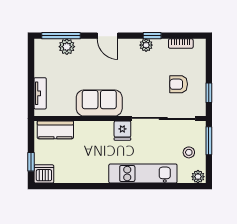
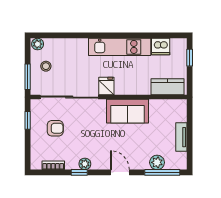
tv unit: (40, 93) -> (181, 137), moved
dishwasher: (44, 174) -> (161, 47), moved
kitchen unit: (143, 174) -> (120, 47), moved

